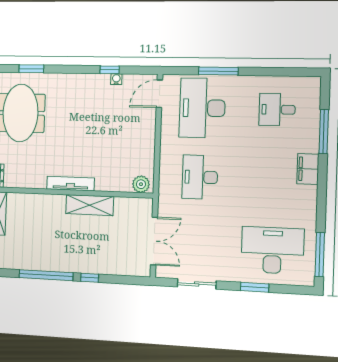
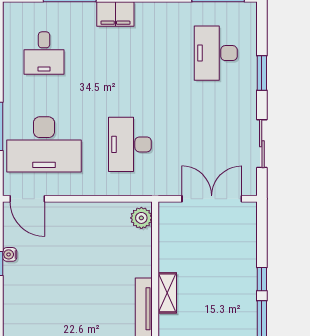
desk: (200, 177) -> (130, 144), turned 90
shelving: (90, 205) -> (167, 293), width x0.67, depth x0.75
desk: (272, 250) -> (216, 53), width x0.73, depth x0.77

